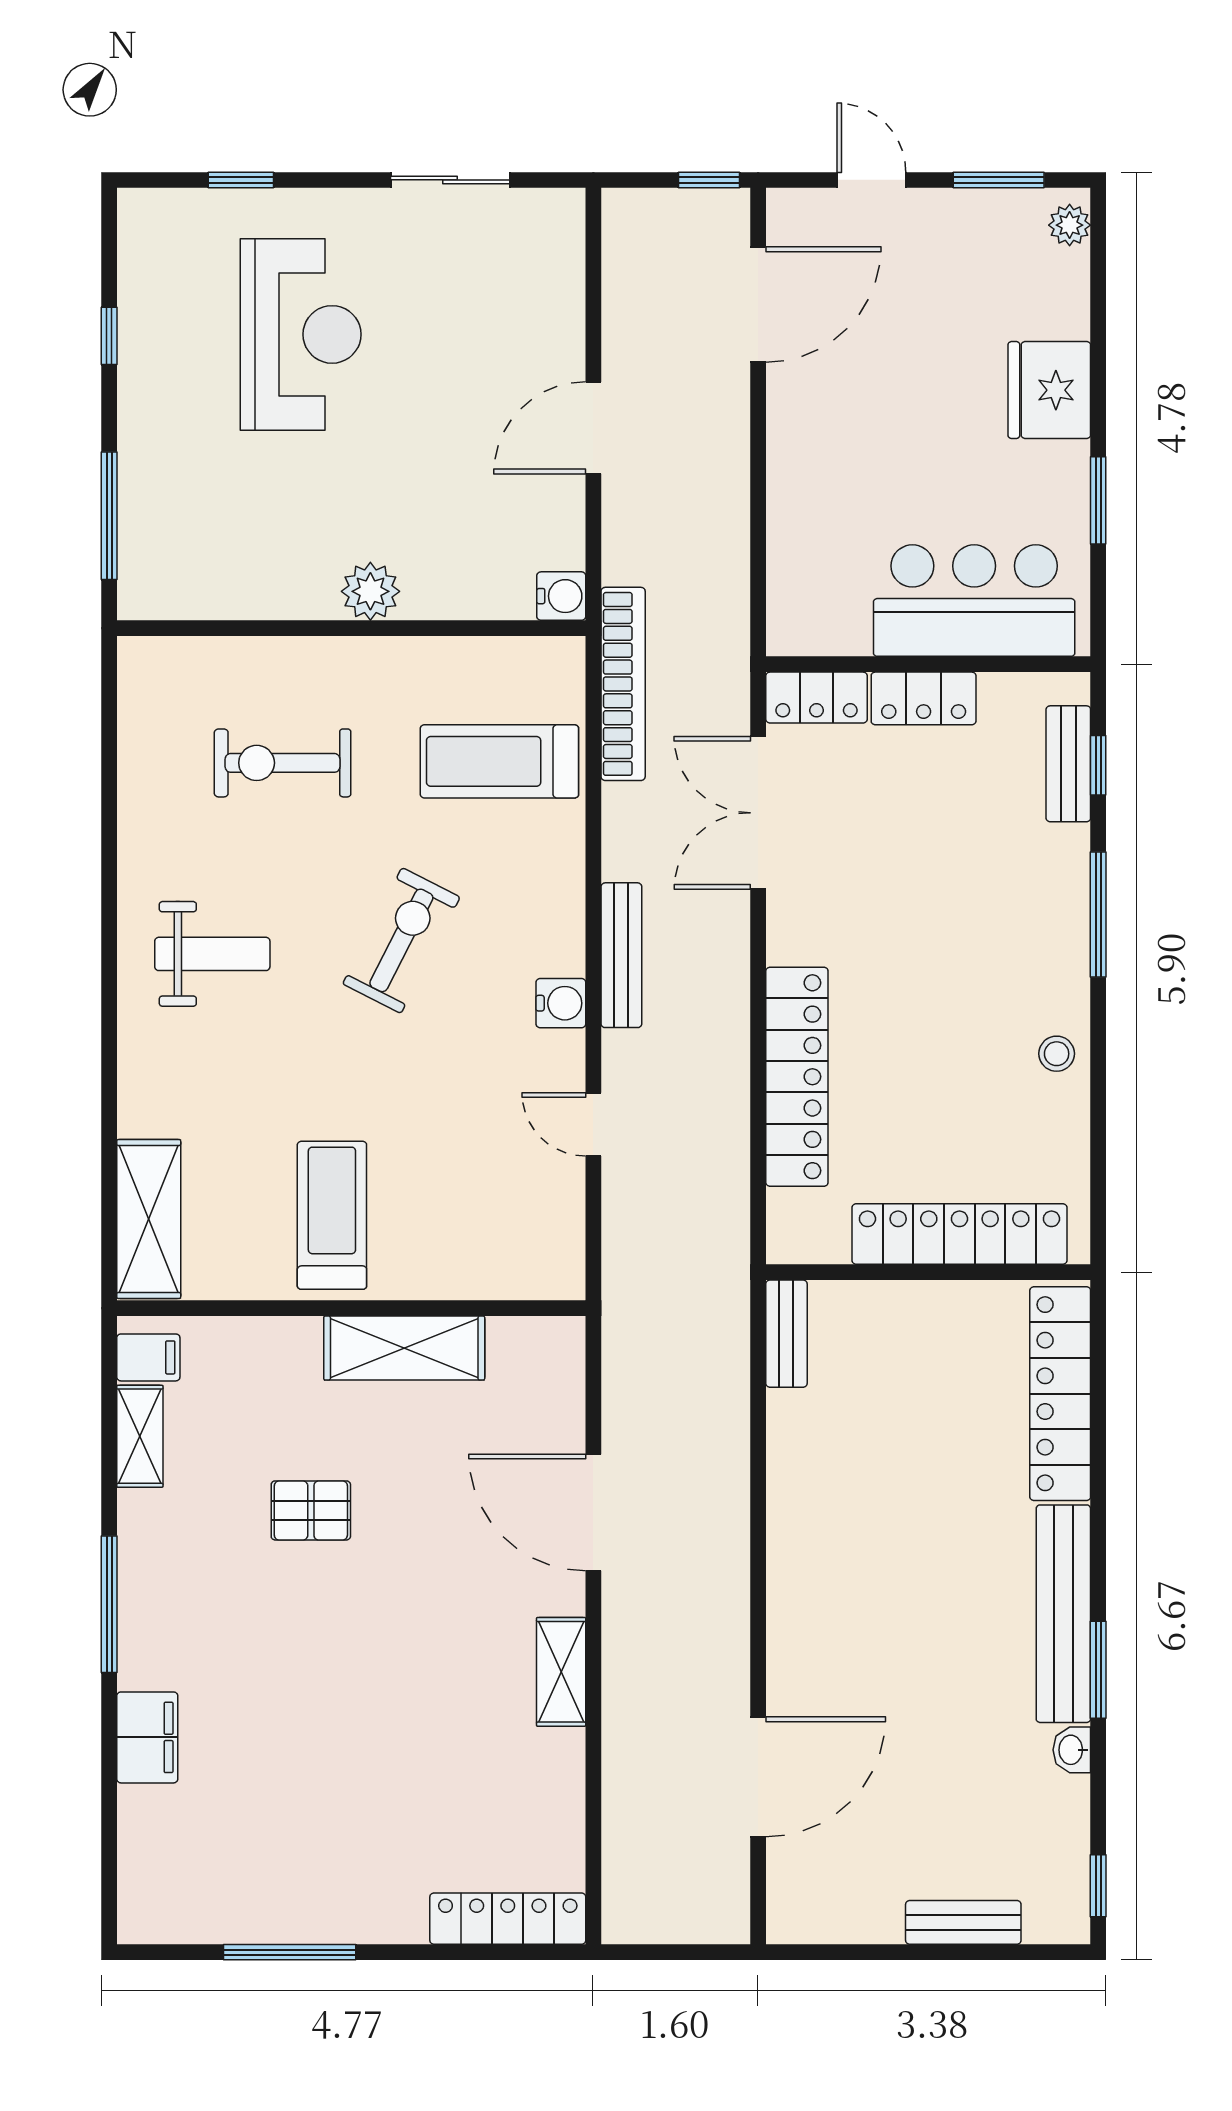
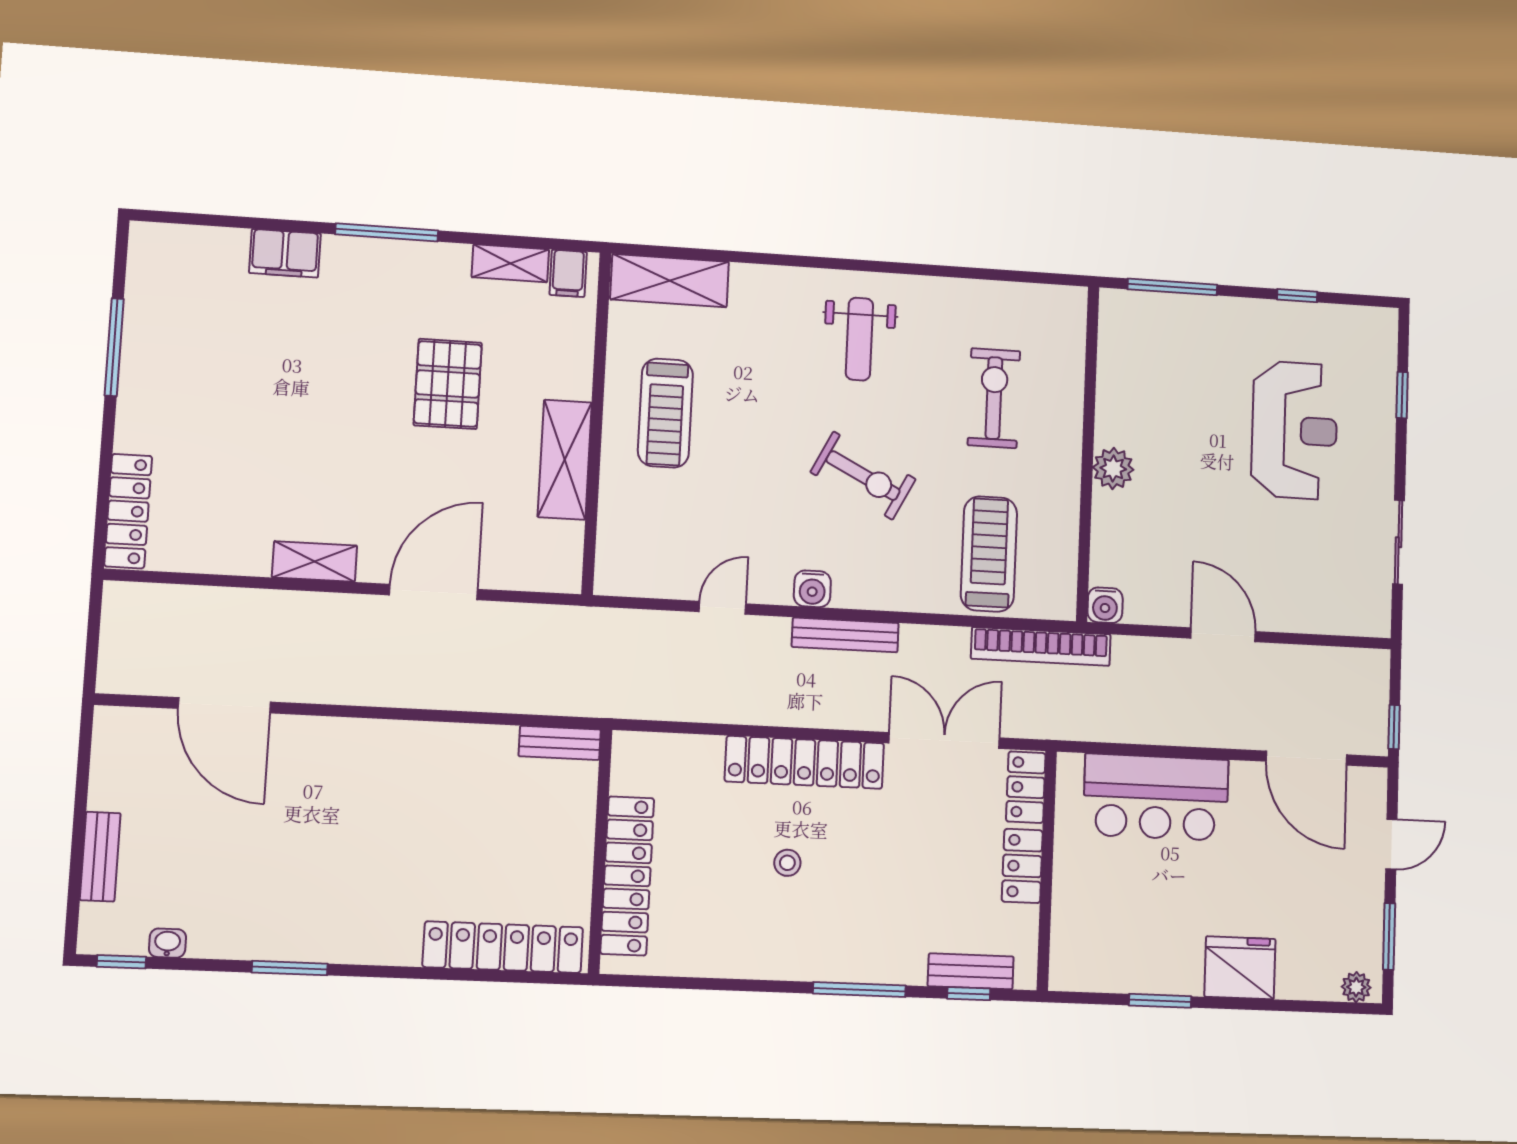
reception desk: (301, 334) -> (1294, 430), turned -90
bar counter: (974, 601) -> (1156, 797), moved, turned 90
stool: (1057, 1054) -> (787, 863), moved
locker: (797, 1077) -> (804, 762), moved
treadmill: (332, 1215) -> (665, 413), turned 90
pallet: (311, 1510) -> (448, 384), width x1.50, depth x1.42
bench: (1063, 1614) -> (335, 943), removed
washbasin: (1072, 1750) -> (167, 943), moved

